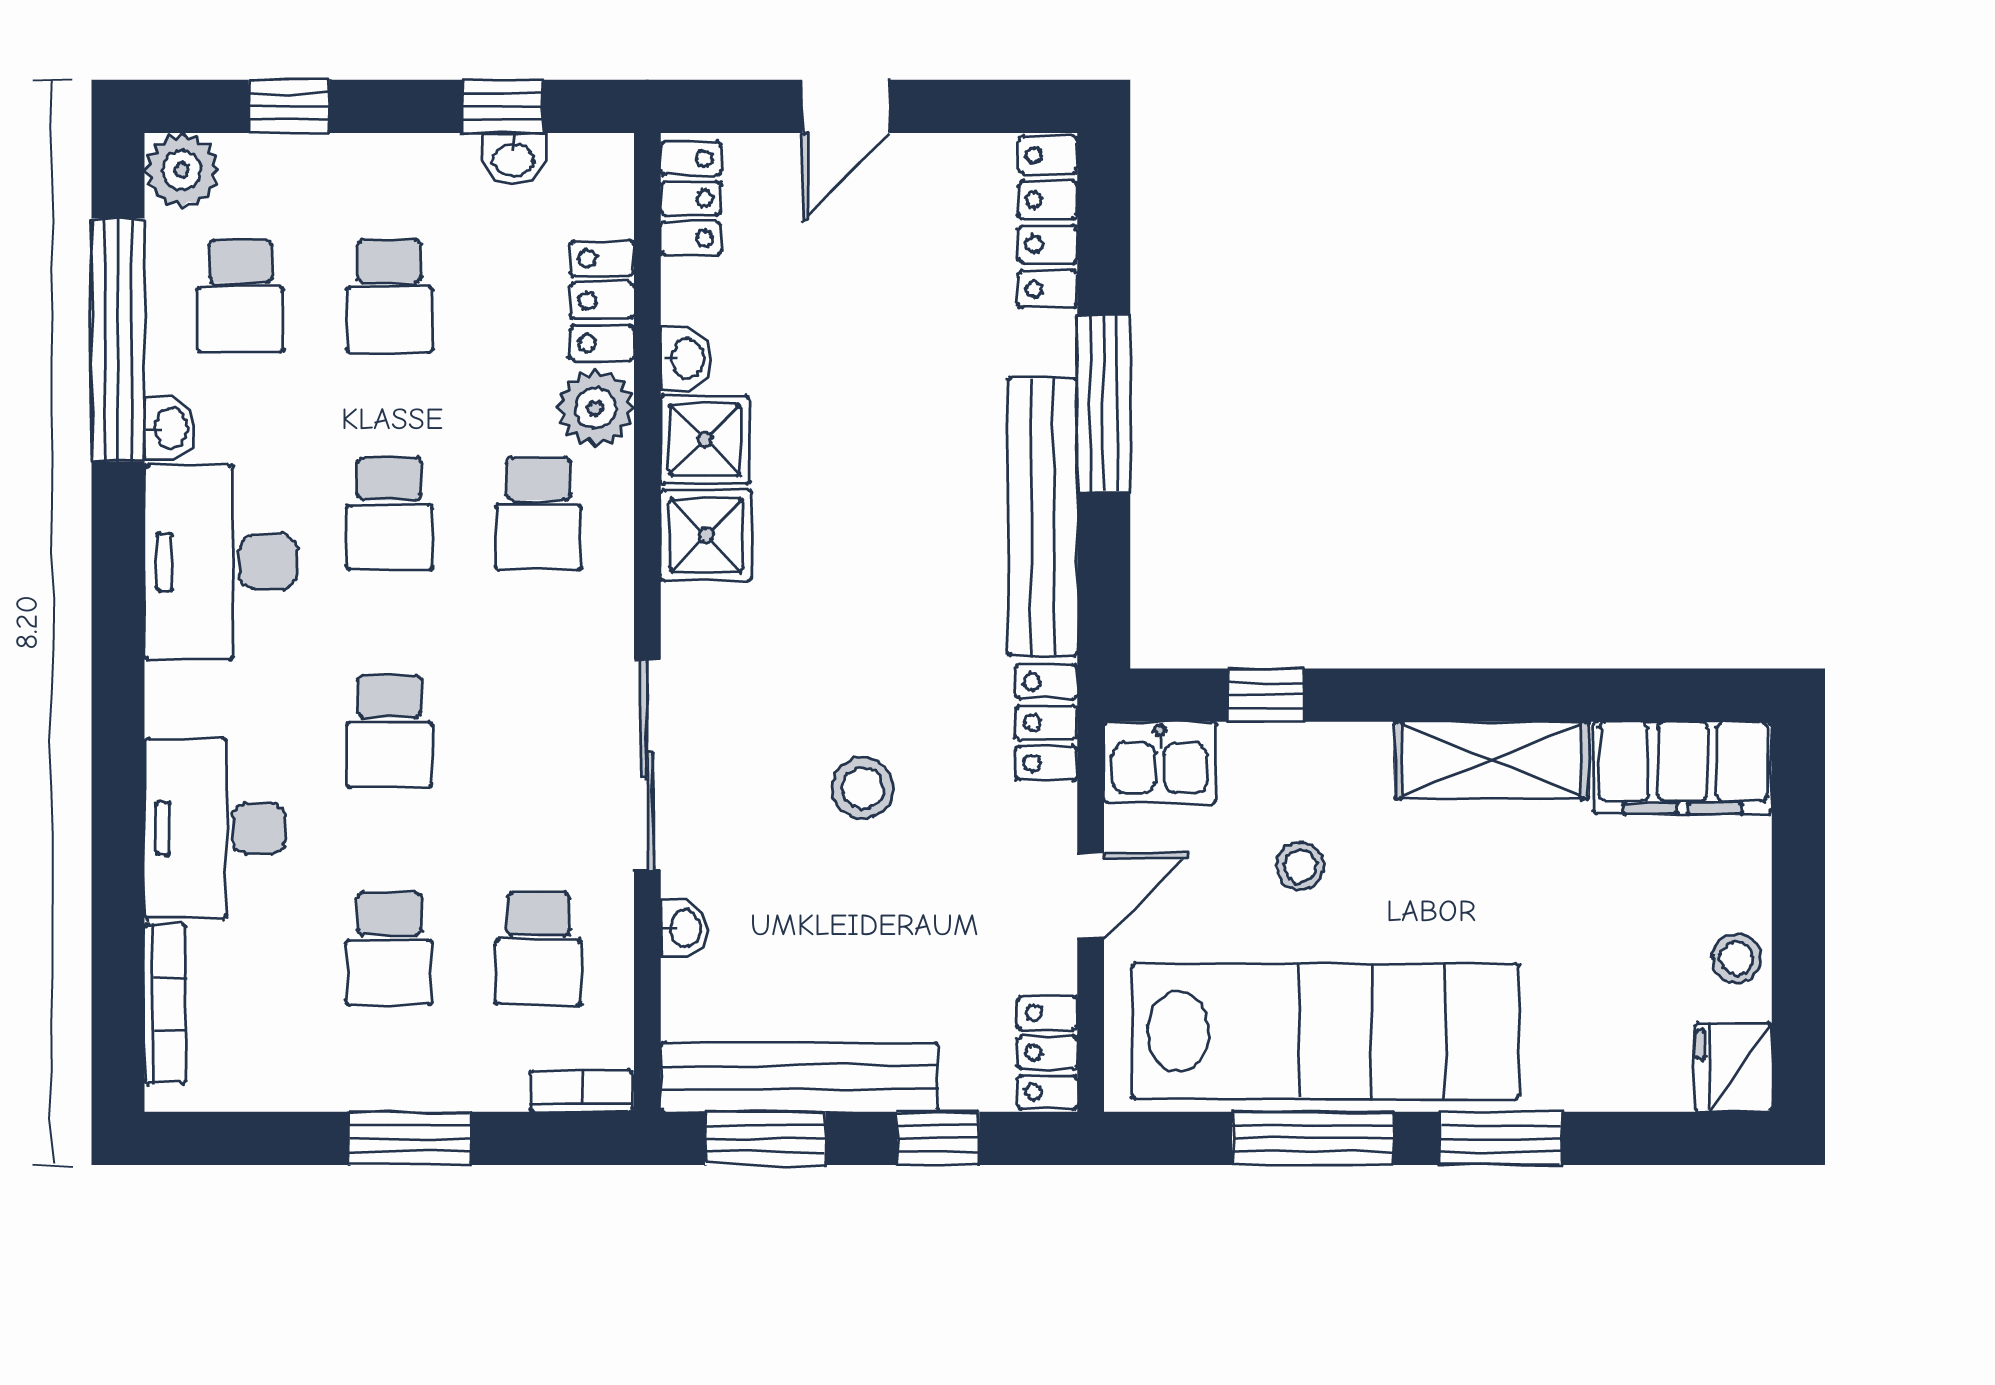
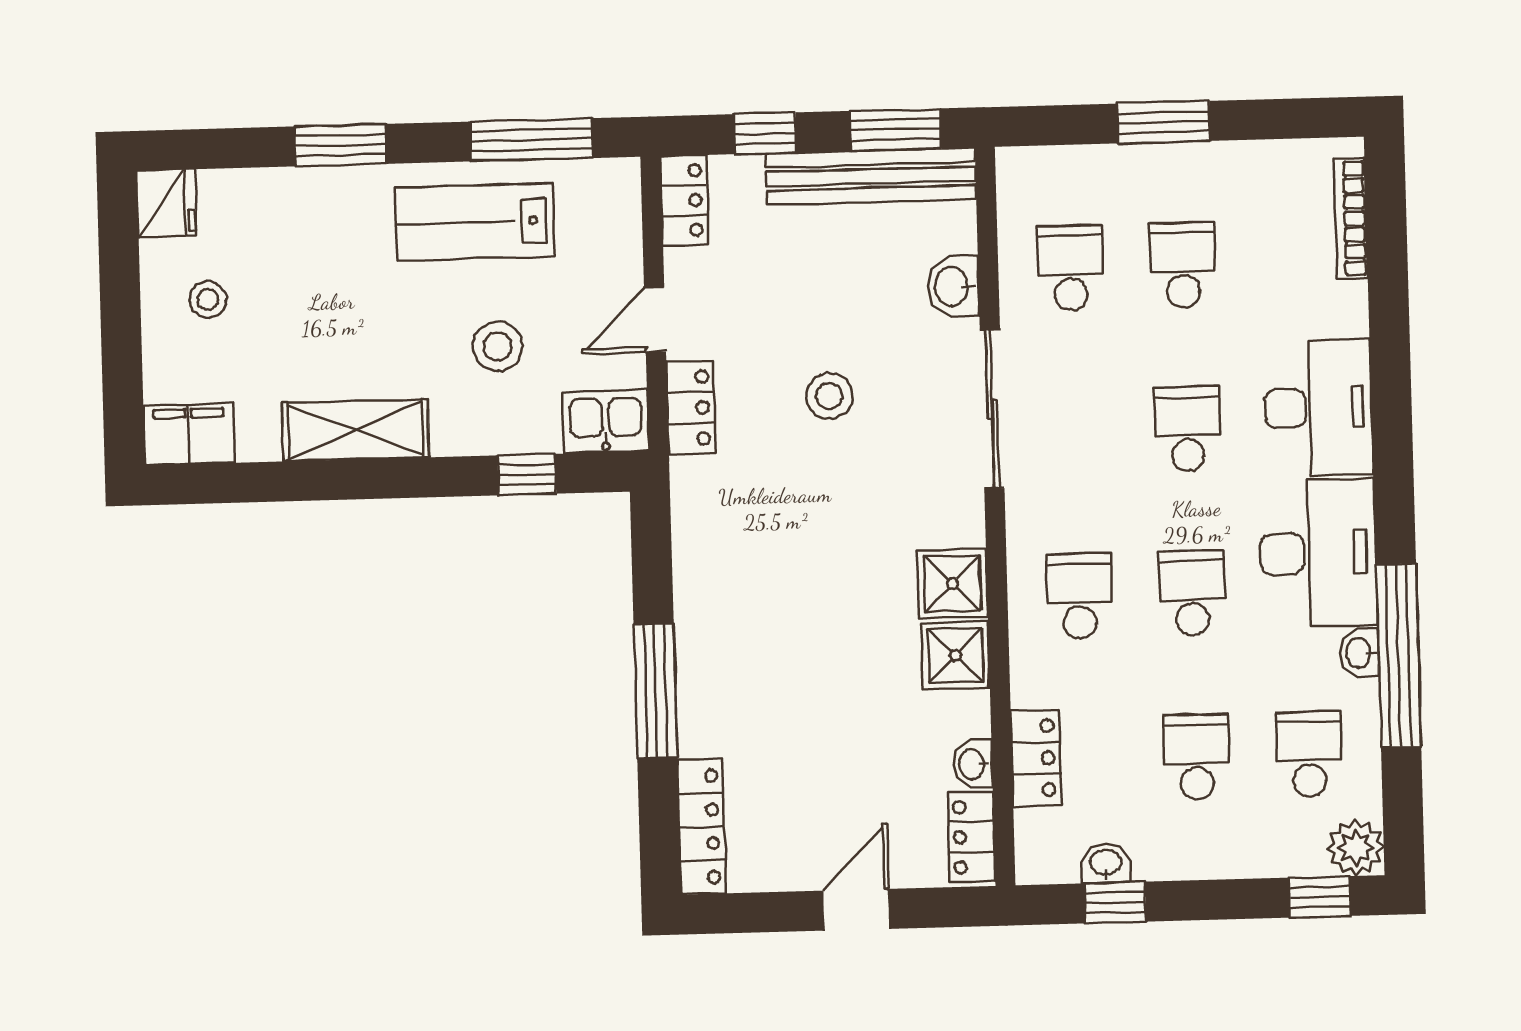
window: (289, 106) -> (1320, 897), moved
window: (118, 340) -> (1398, 655), moved
washbasin: (686, 358) -> (973, 764), moved
plant: (596, 408) -> (1039, 677), removed
bench: (1043, 517) -> (699, 605), removed
locker: (1046, 722) -> (691, 408), moved
filing cabinet: (1683, 768) -> (189, 434), width x0.67, depth x0.86
desk: (215, 829) -> (1318, 408), moved
stool: (1300, 866) -> (498, 346), width x1.37, depth x1.37
washbasin: (684, 929) -> (953, 286), width x1.38, depth x1.45
stool: (1737, 958) -> (208, 300), moved
lab bench: (1325, 1032) -> (475, 222), width x0.54, depth x0.72
bookcase: (581, 1091) -> (1035, 161), removed
window: (1313, 1138) -> (532, 140), moved

